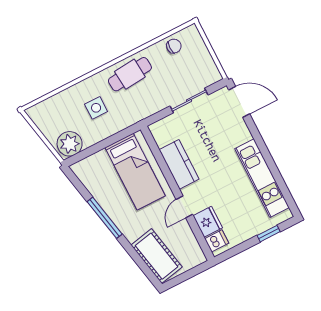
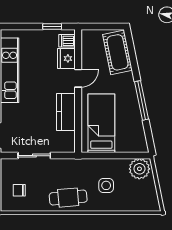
chair: (174, 46) -> (19, 190), moved
window: (269, 234) -> (52, 26), moved

